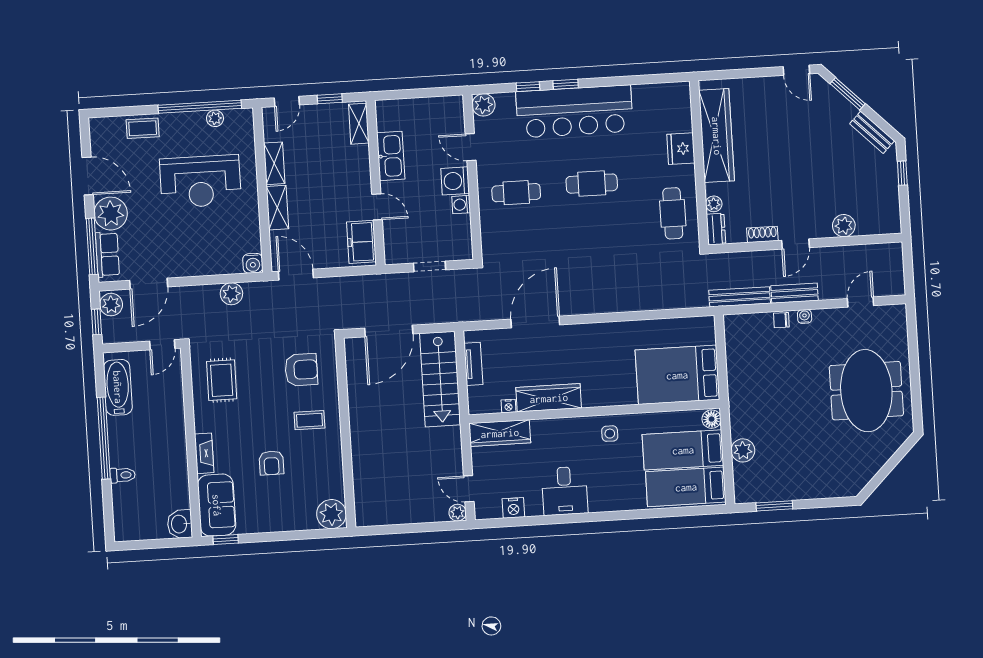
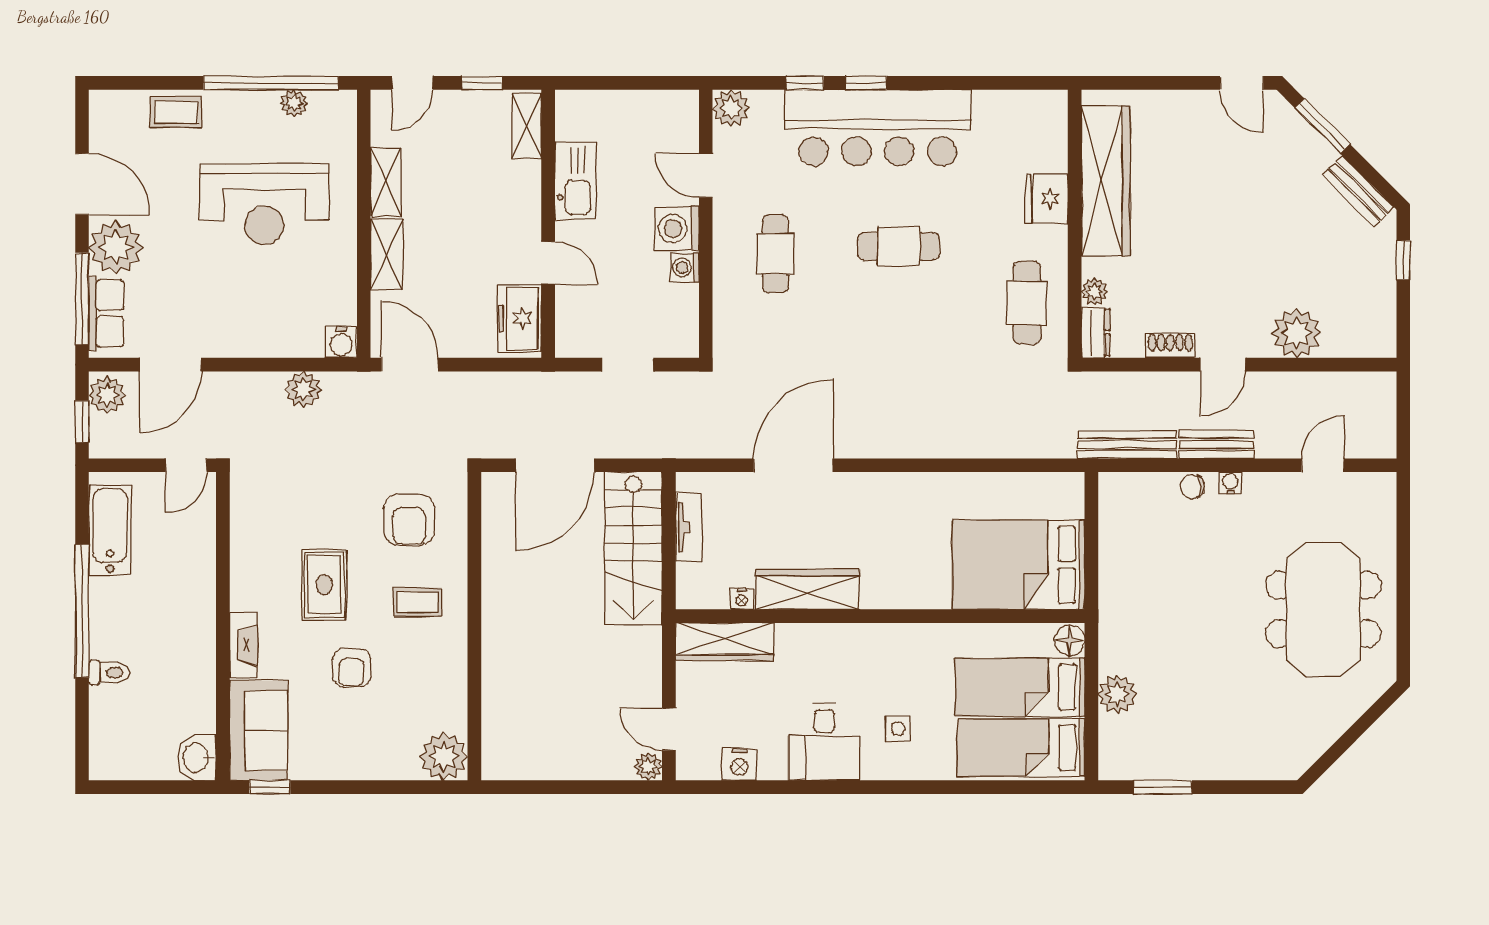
cafe table: (516, 193) -> (775, 254), turned 90
plant: (844, 226) -> (1296, 333), width x1.36, depth x1.36
armchair: (301, 370) -> (409, 520), turned 90
rug: (222, 380) -> (324, 585), moved
side table: (610, 434) -> (898, 729), moved

